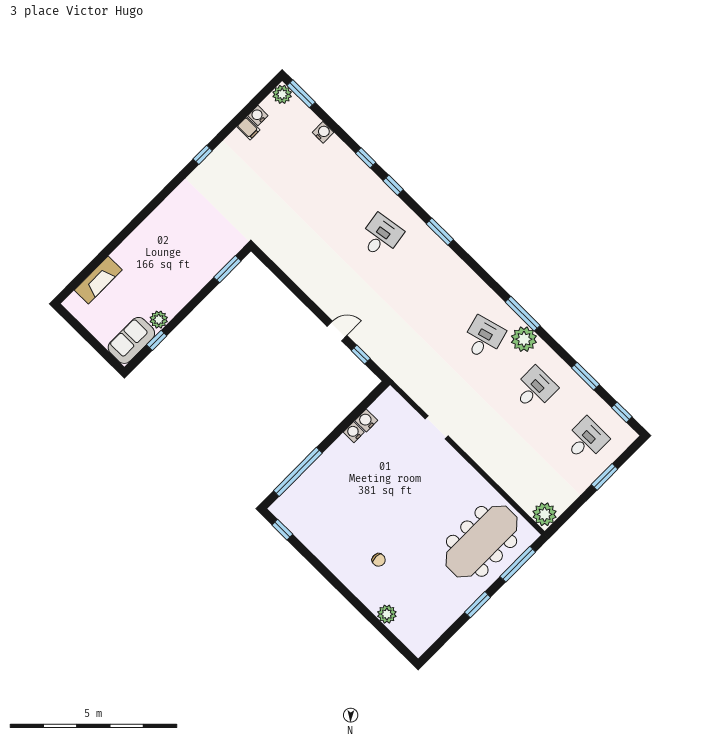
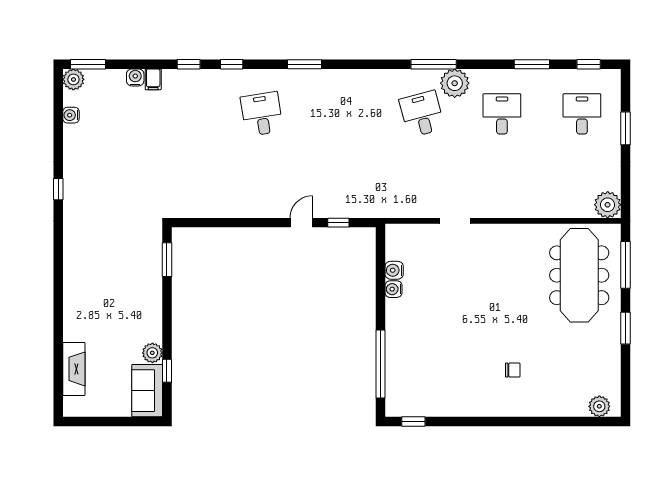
filing cabinet: (248, 128) -> (153, 79), moved, turned 90
plant: (387, 614) -> (599, 406), moved

